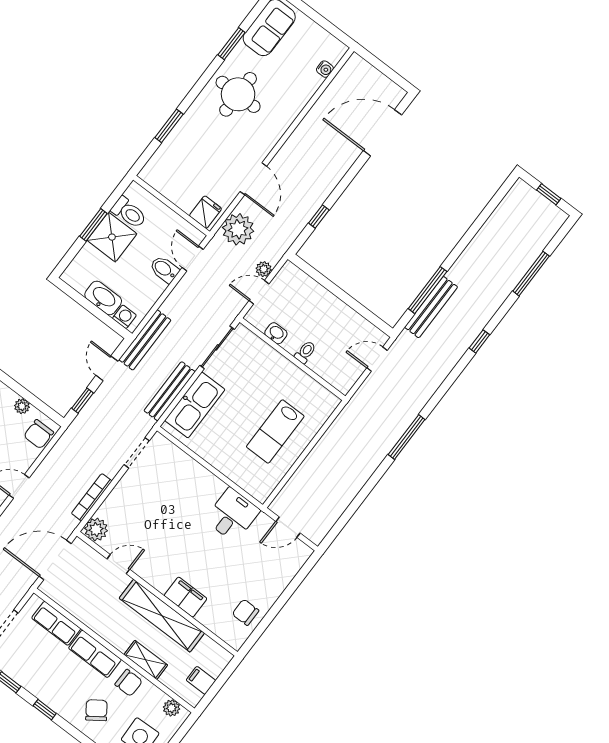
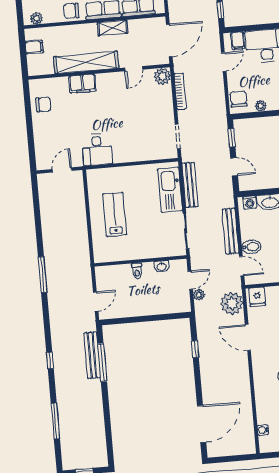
bench: (145, 340) -> (230, 231), moved
shelving: (146, 660) -> (112, 28), moved

